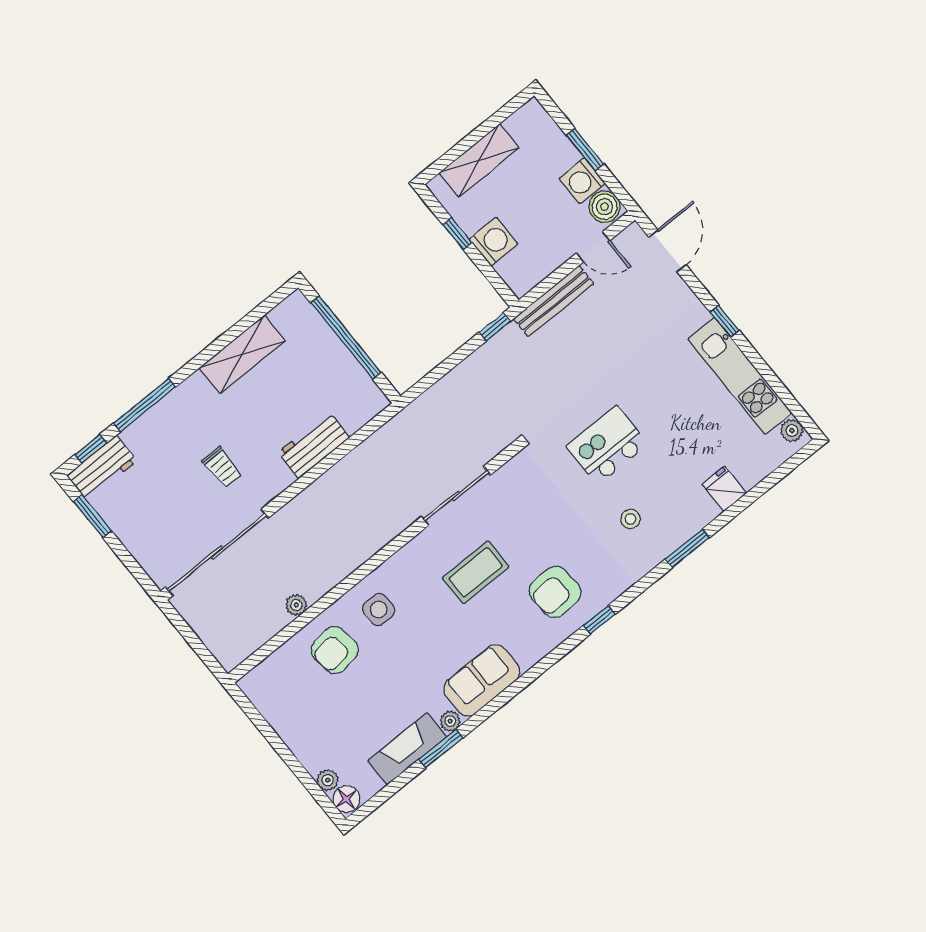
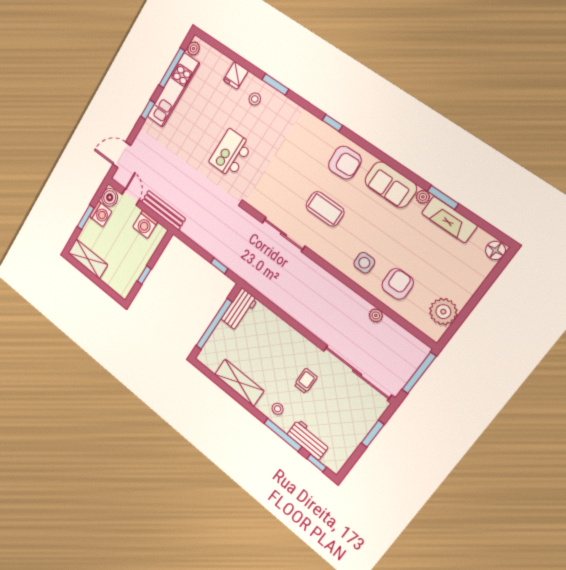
shelving: (479, 160) -> (88, 259), moved
washing machine: (493, 242) -> (145, 224), moved, turned -90
window: (495, 327) -> (219, 266), moved
window: (776, 384) -> (172, 68), added
stool: (187, 408) -> (278, 409), added
workbench: (314, 445) -> (239, 310), moved, turned -90
kitchen island: (607, 445) -> (231, 153), turned 90
workbench: (102, 468) -> (308, 440), moved
window: (92, 516) -> (373, 434), moved
stool: (631, 519) -> (255, 99), moved
armchair: (555, 592) -> (345, 163), moved
window: (197, 645) -> (419, 373), added
armchair: (335, 650) -> (398, 284), turned -84
plant: (328, 780) -> (443, 312), moved, width x1.88, depth x1.88

